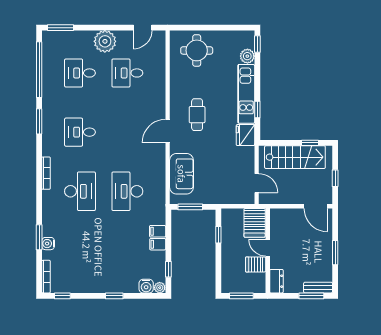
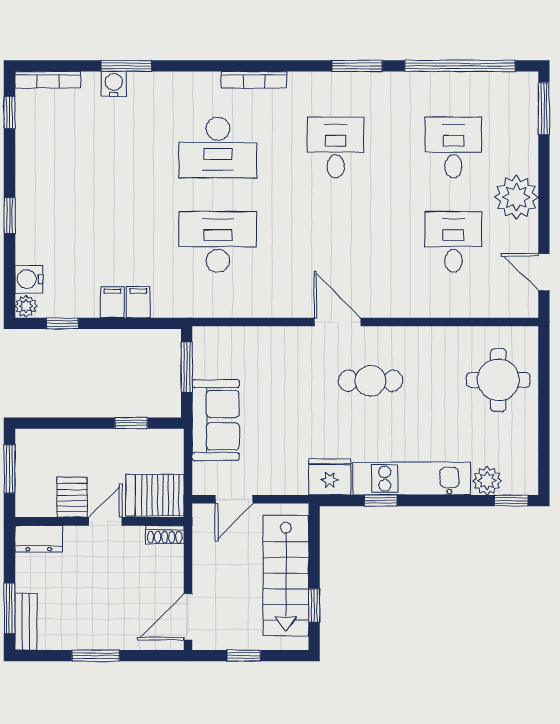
sofa: (181, 174) -> (216, 420), moved, turned -90
shoe rack: (274, 218) -> (165, 535), added

